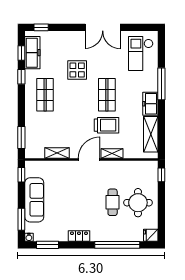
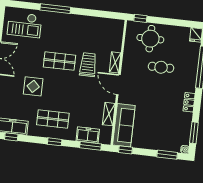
window: (21, 77) -> (55, 142), moved
freezer: (150, 104) -> (88, 135), moved, turned 180
shelving: (151, 134) -> (101, 24), removed
sofa: (34, 200) -> (124, 125), moved, turned 90
round table: (138, 203) -> (150, 39), moved

